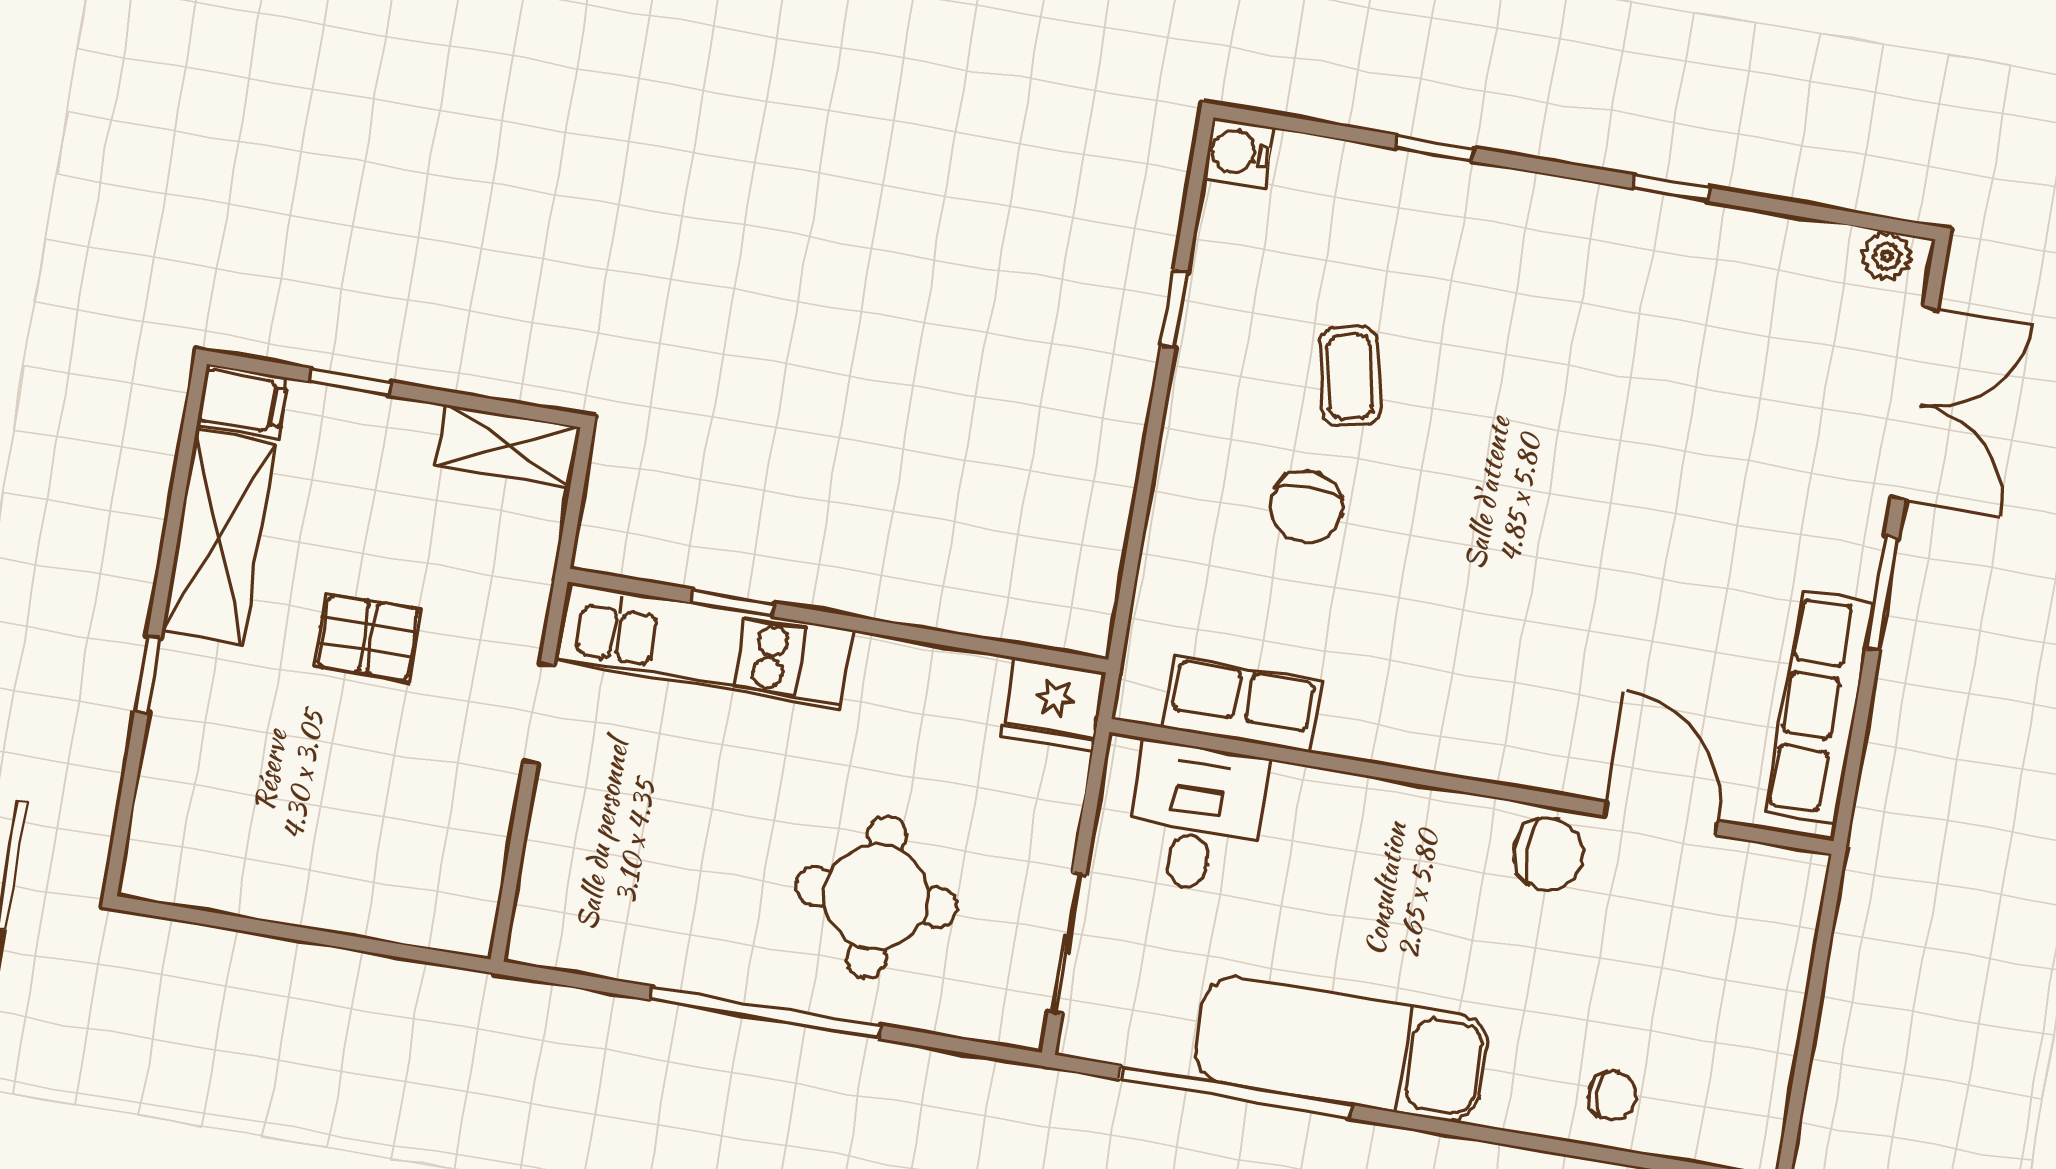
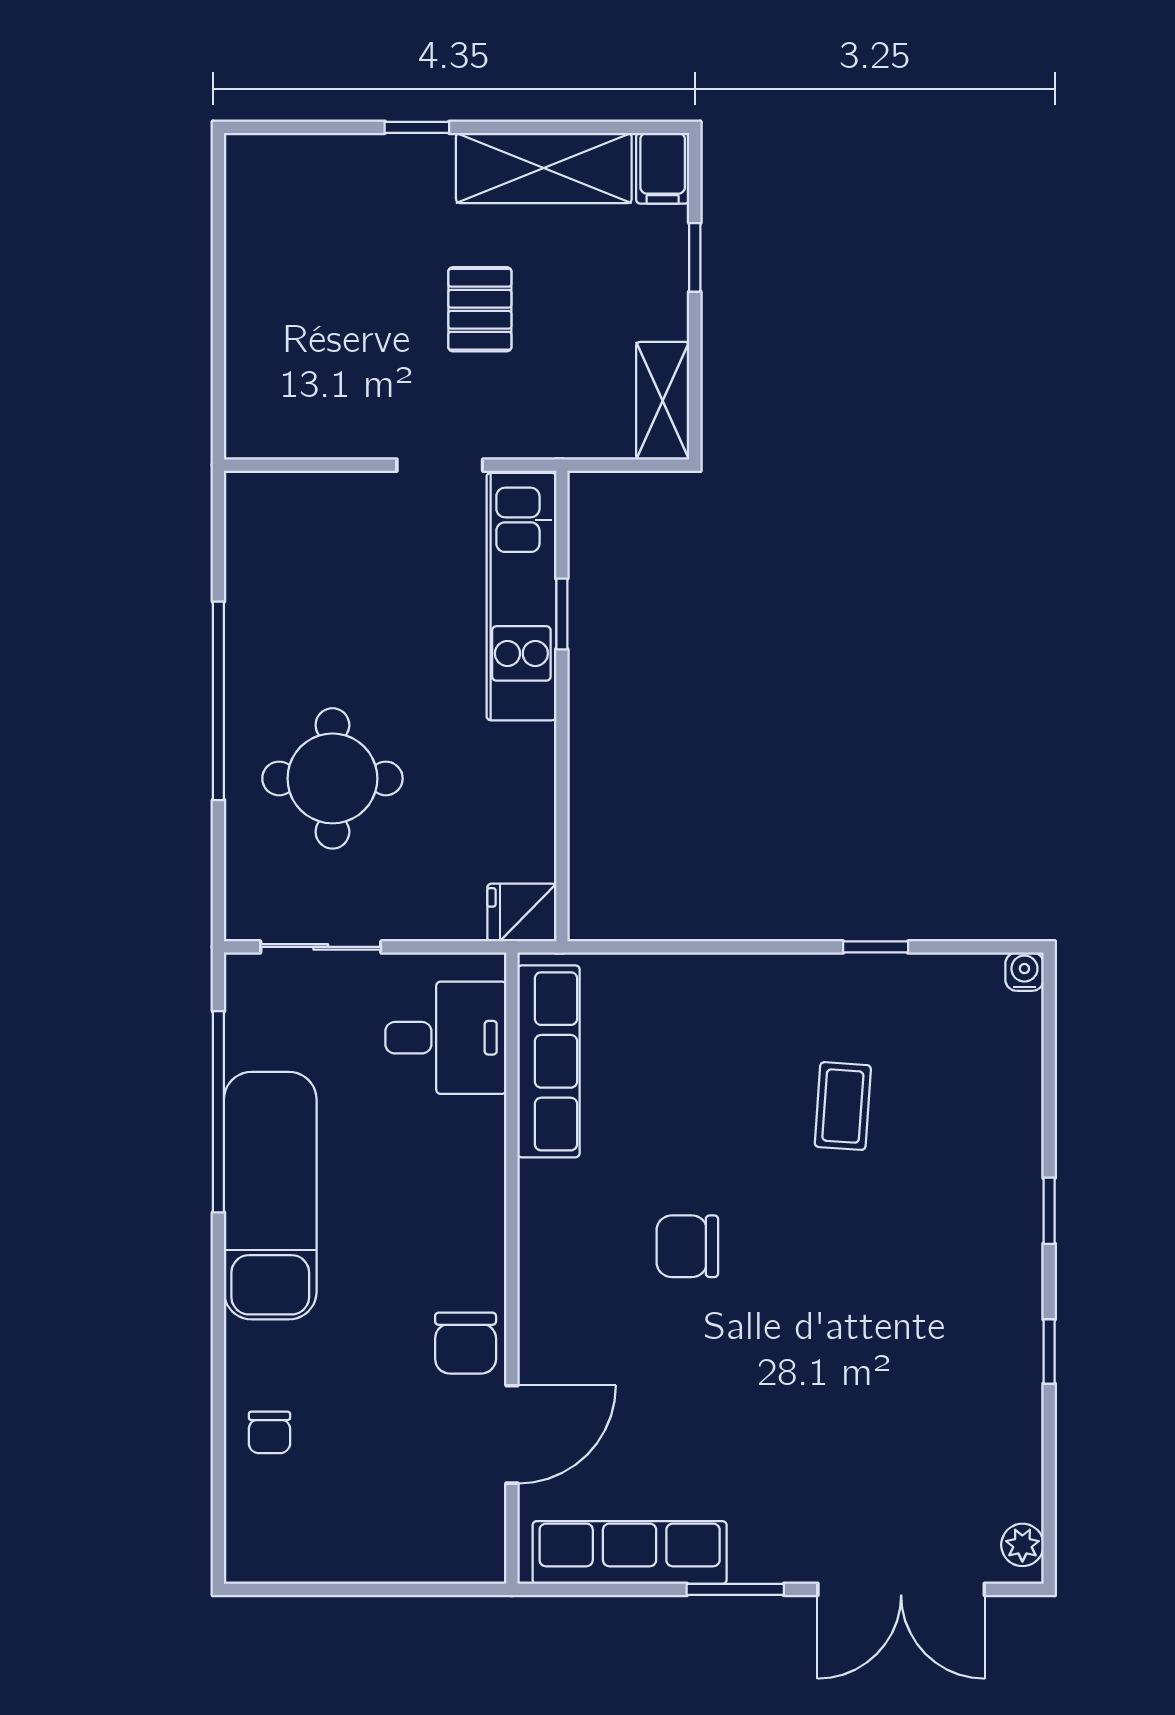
window: (1435, 148) -> (1049, 1211), moved
water cooler: (1238, 153) -> (1024, 972), width x0.72, depth x0.72
coffee table: (1350, 377) -> (843, 1106), turned -74
chair: (1307, 508) -> (687, 1246), moved
fridge: (1054, 704) -> (522, 912), width x0.72
row of seats: (1242, 705) -> (549, 1061), width x1.48

